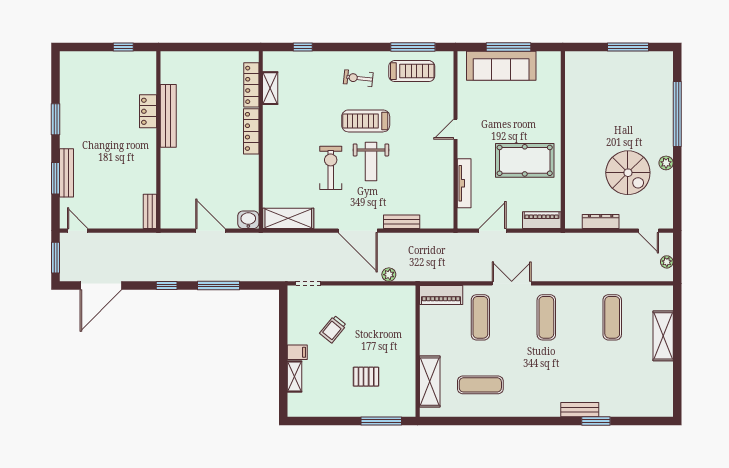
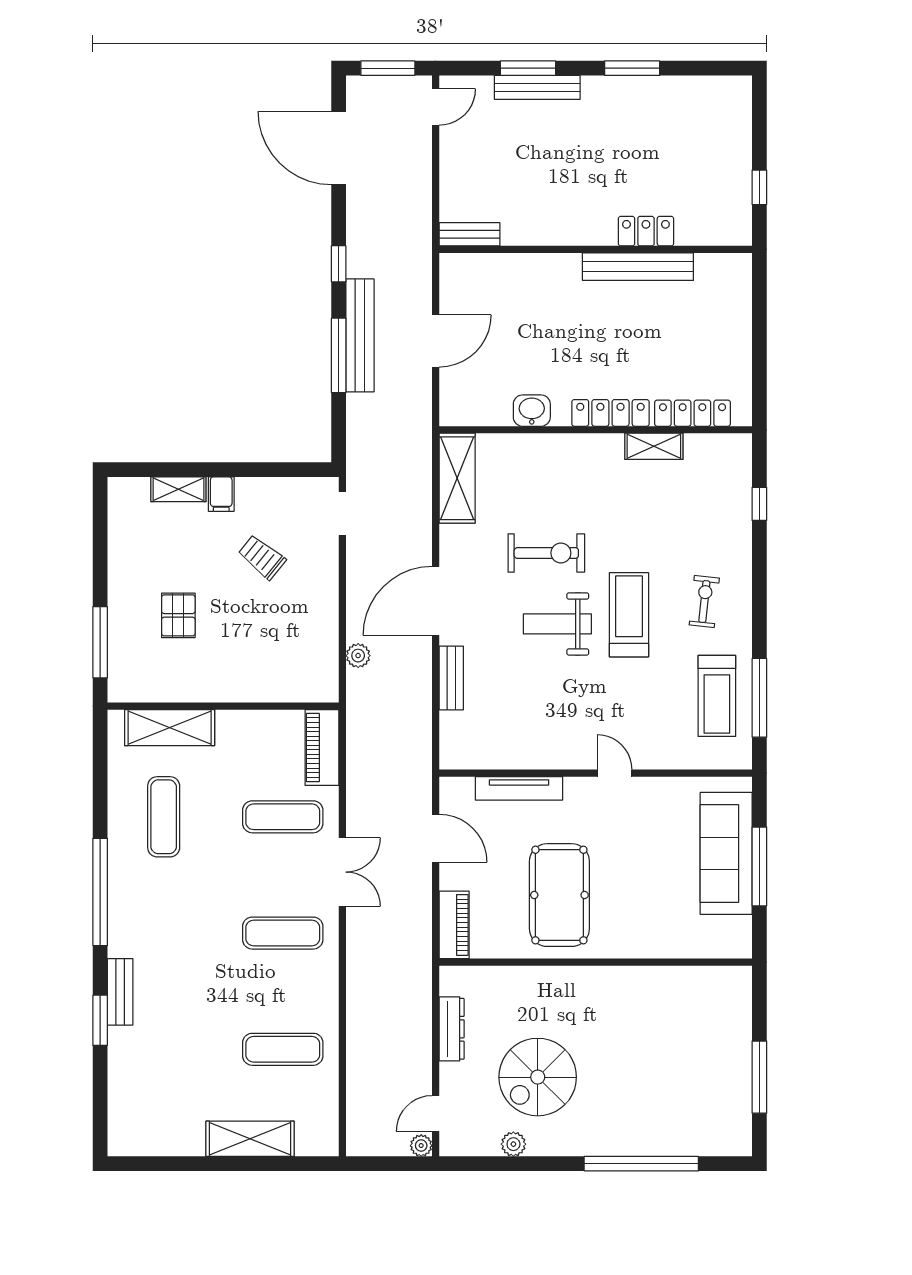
shelving: (270, 88) -> (654, 446), moved
plant: (666, 163) -> (513, 1144), moved
washbasin: (248, 220) -> (532, 411), moved, turned -90
plant: (667, 262) -> (421, 1146), moved
bench: (207, 273) -> (360, 335), added
window: (523, 421) -> (100, 892), added

